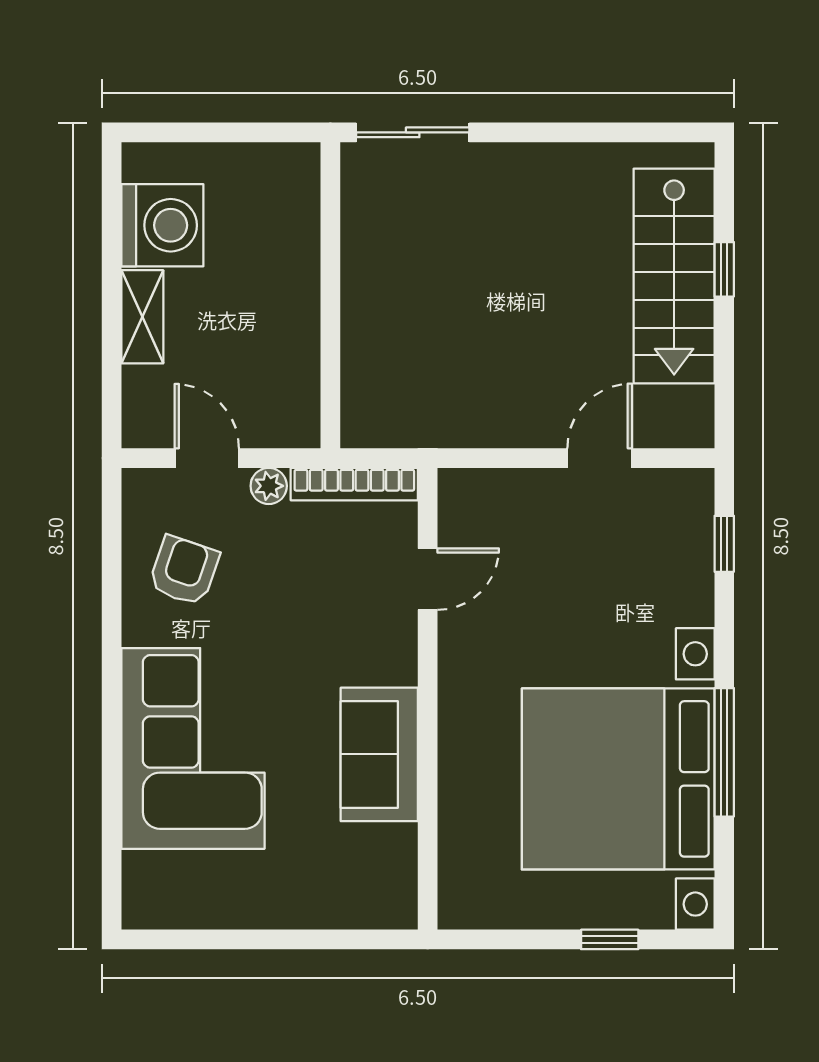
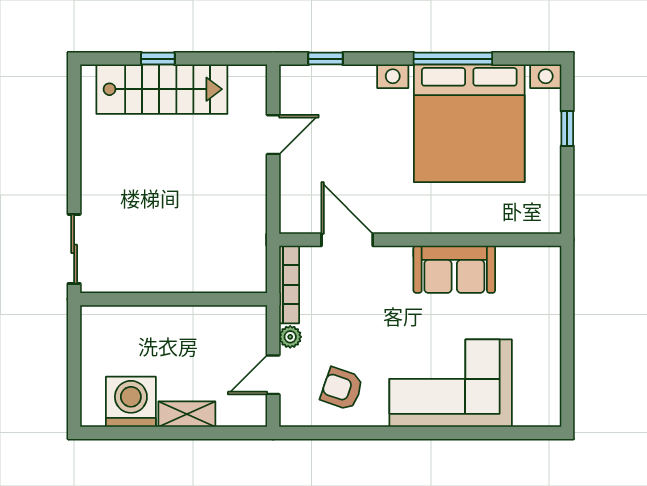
door: (600, 458) -> (273, 135), swing flipped
door: (428, 579) -> (347, 240), width x1.38

